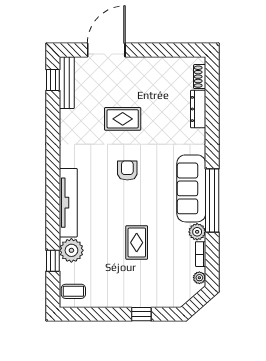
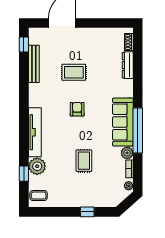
bench: (67, 83) -> (34, 64), moved

